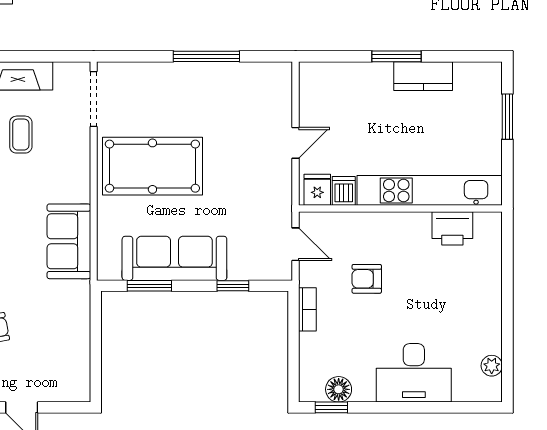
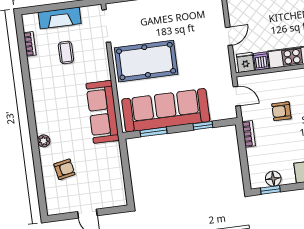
sofa: (69, 241) -> (103, 112), width x1.36
sofa: (174, 258) -> (166, 110), width x1.36, depth x1.27

